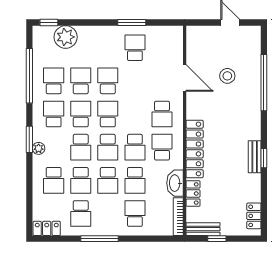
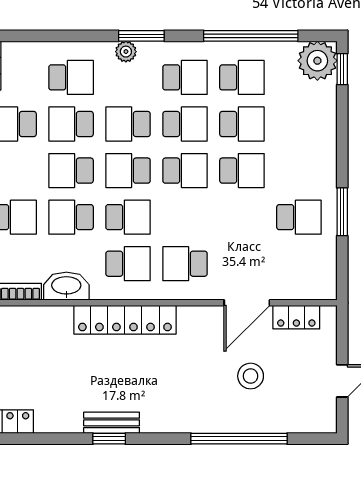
plant: (66, 37) -> (317, 61), moved
school desk: (135, 147) -> (128, 217), turned 180
school desk: (54, 180) -> (71, 77), turned 180
locker: (193, 193) -> (296, 317), moved

